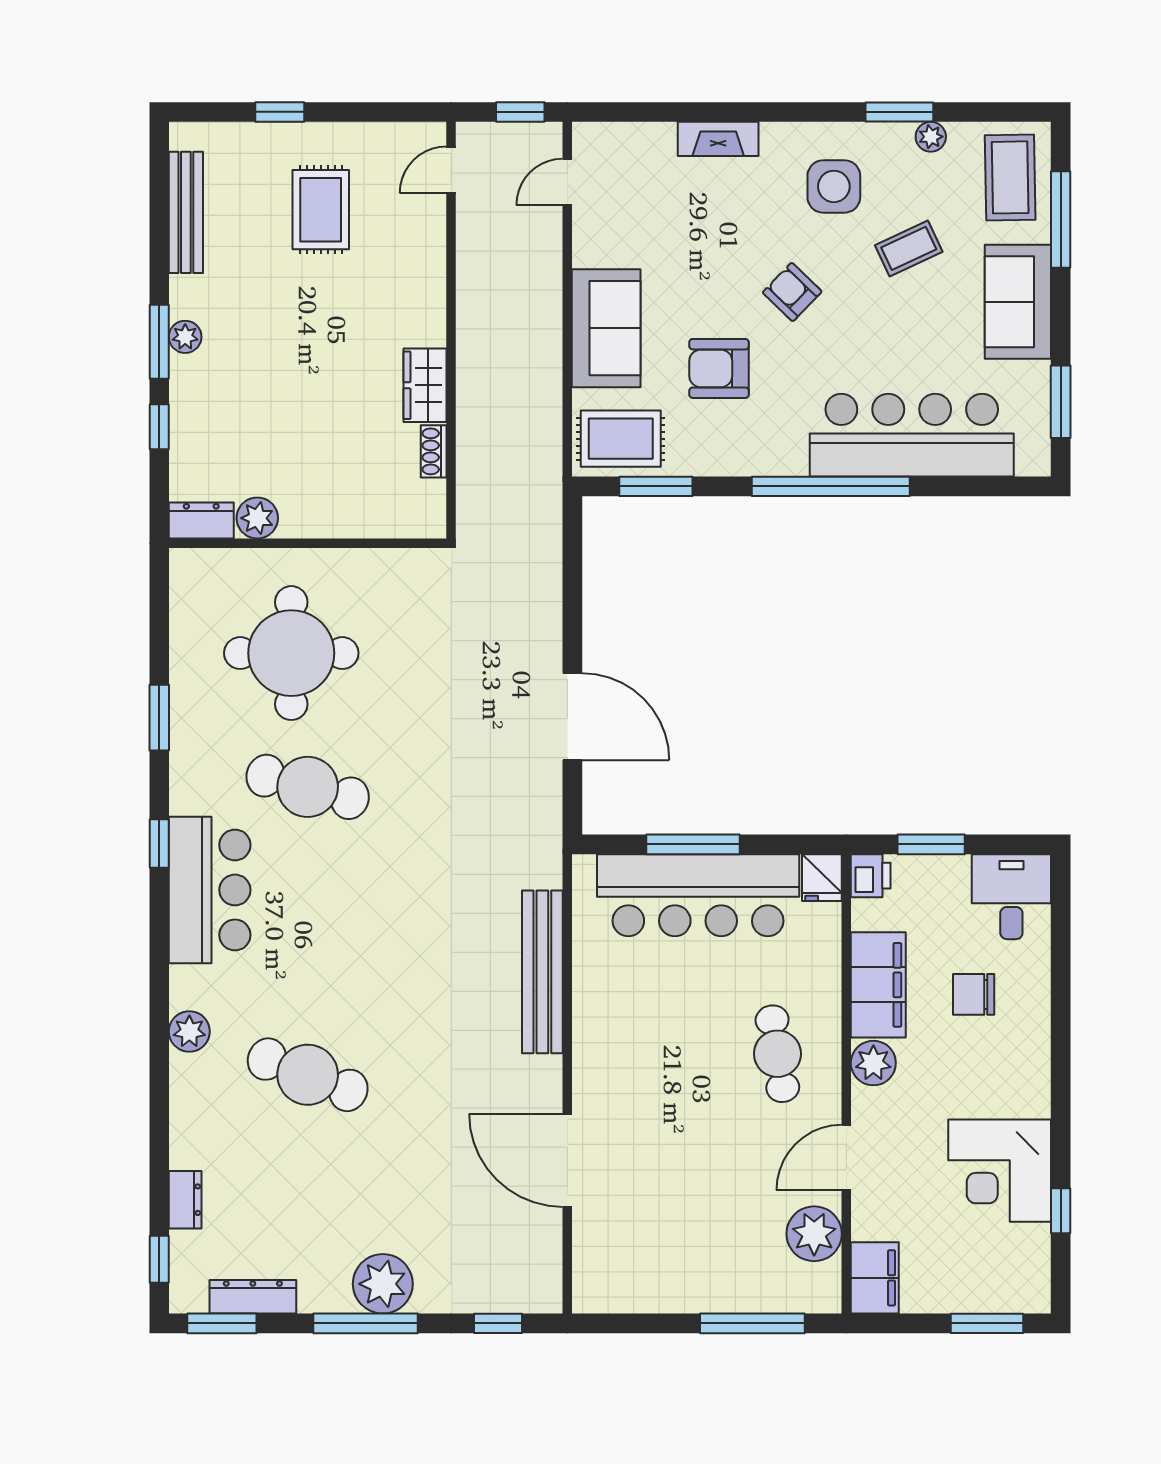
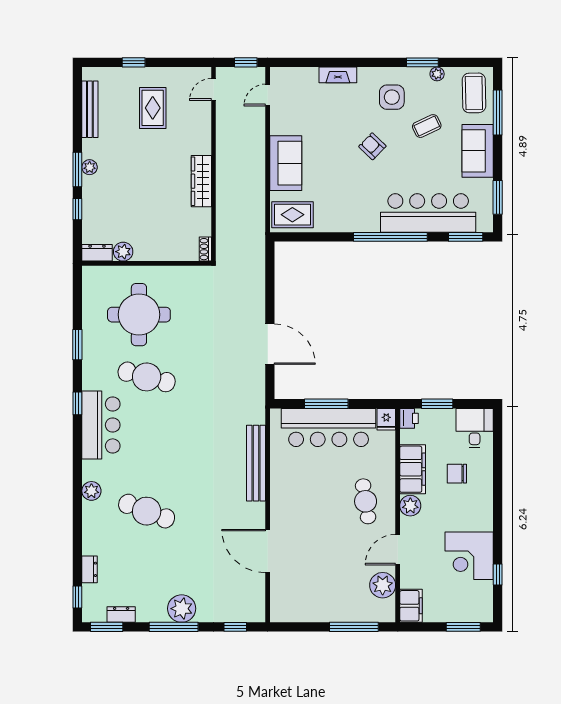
armchair: (719, 368) -> (338, 182), removed
wardrobe: (425, 385) -> (201, 181), width x1.50
shoe rack: (434, 451) -> (205, 249), moved
window: (656, 486) -> (466, 237), moved
dresser: (253, 1297) -> (121, 615), width x0.70

